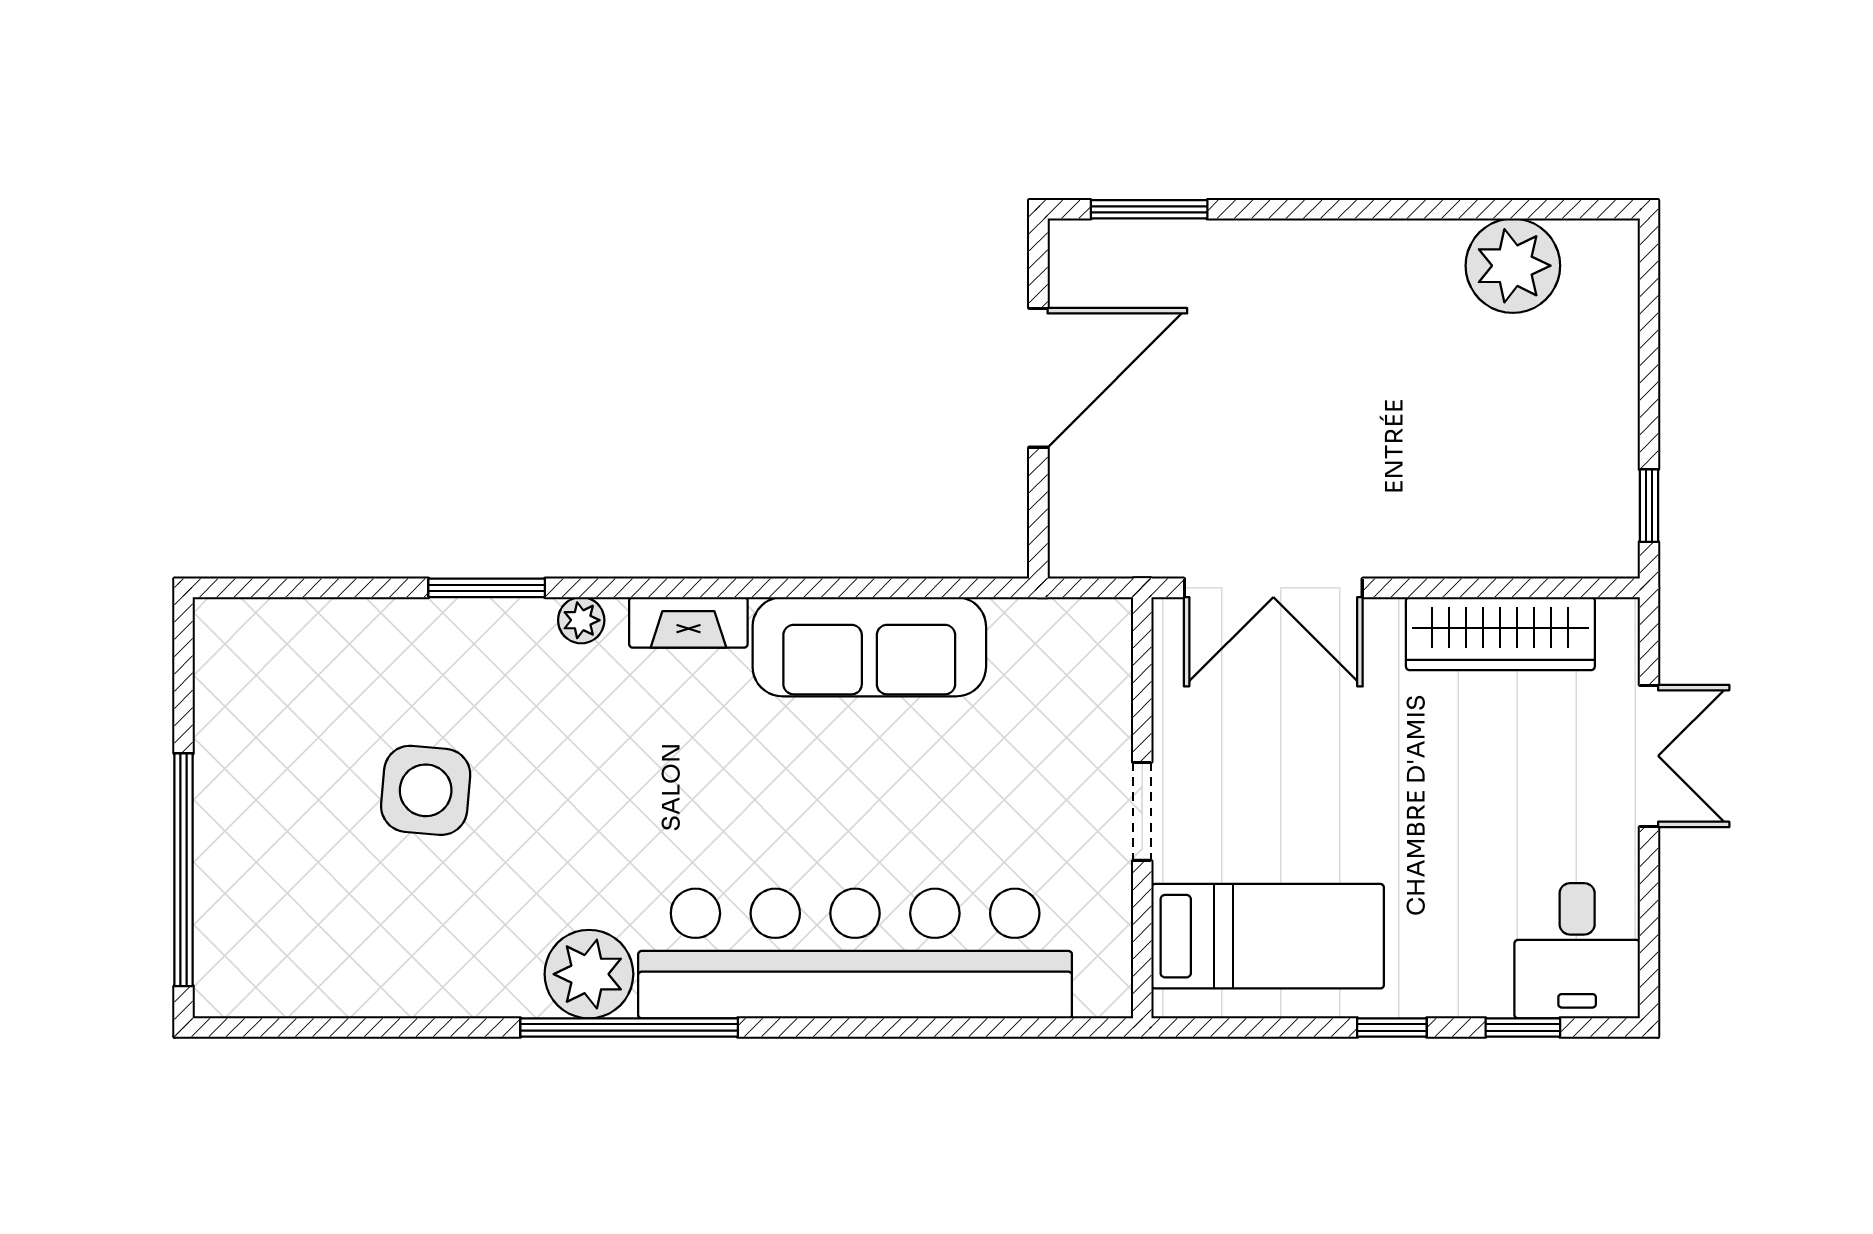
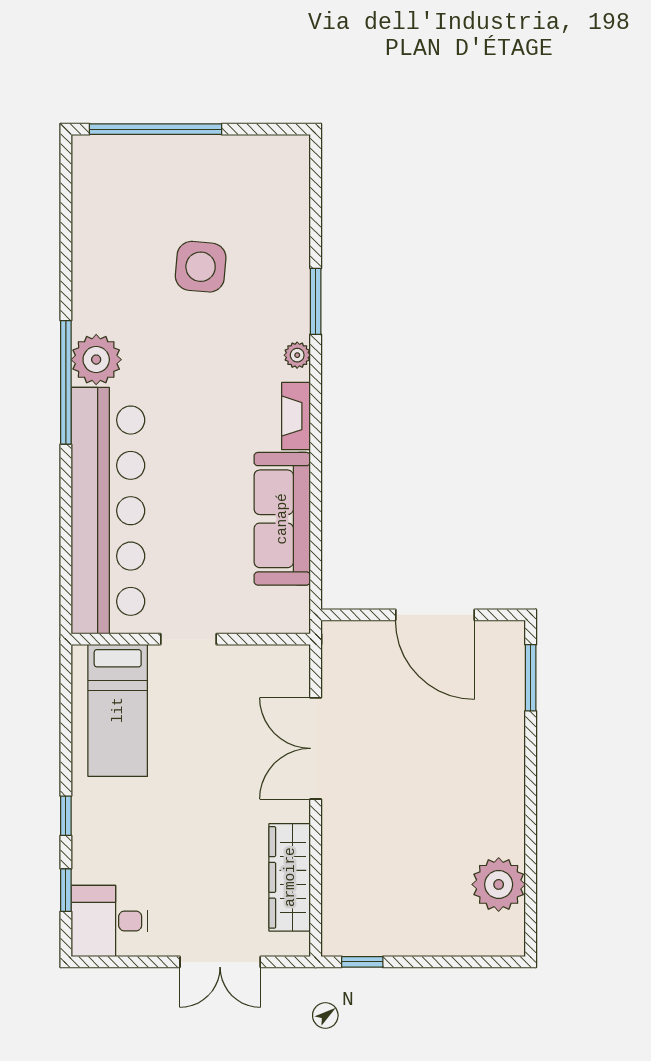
wall: (1142, 808) -> (191, 639), moved
doorway: (1142, 811) -> (189, 639), moved
bed: (1268, 936) -> (118, 710), moved

